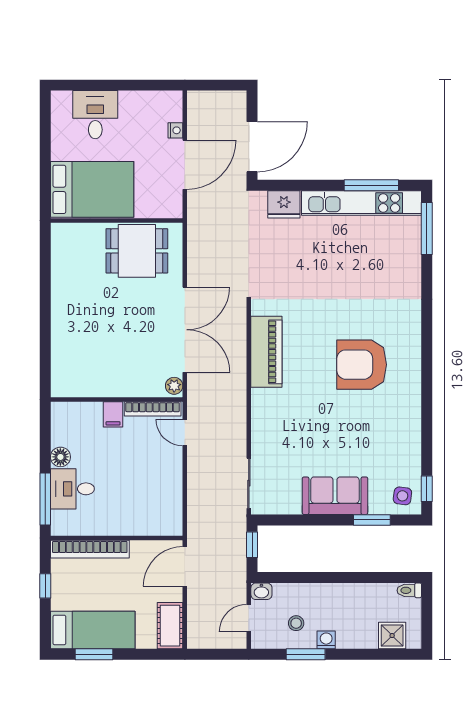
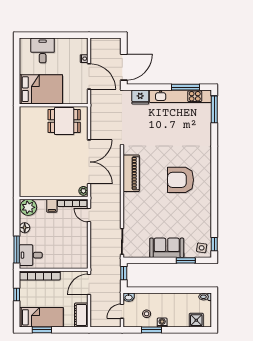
door: (185, 165) -> (89, 76), hinge flipped
plant: (68, 418) -> (28, 207), added
desk: (72, 489) -> (31, 255), moved

